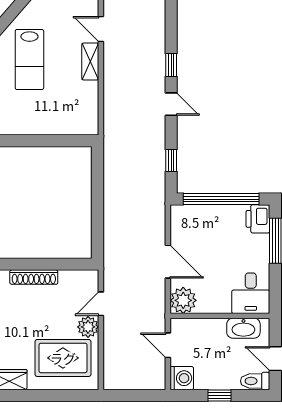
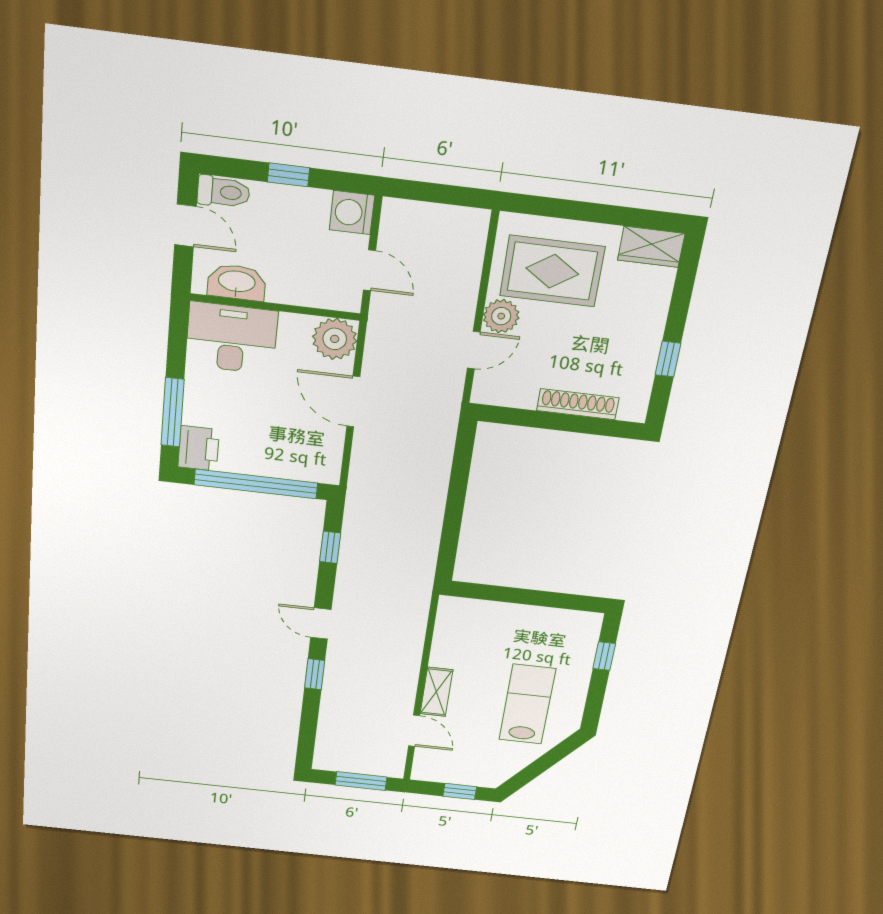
desk: (251, 293) -> (232, 338), width x1.37

